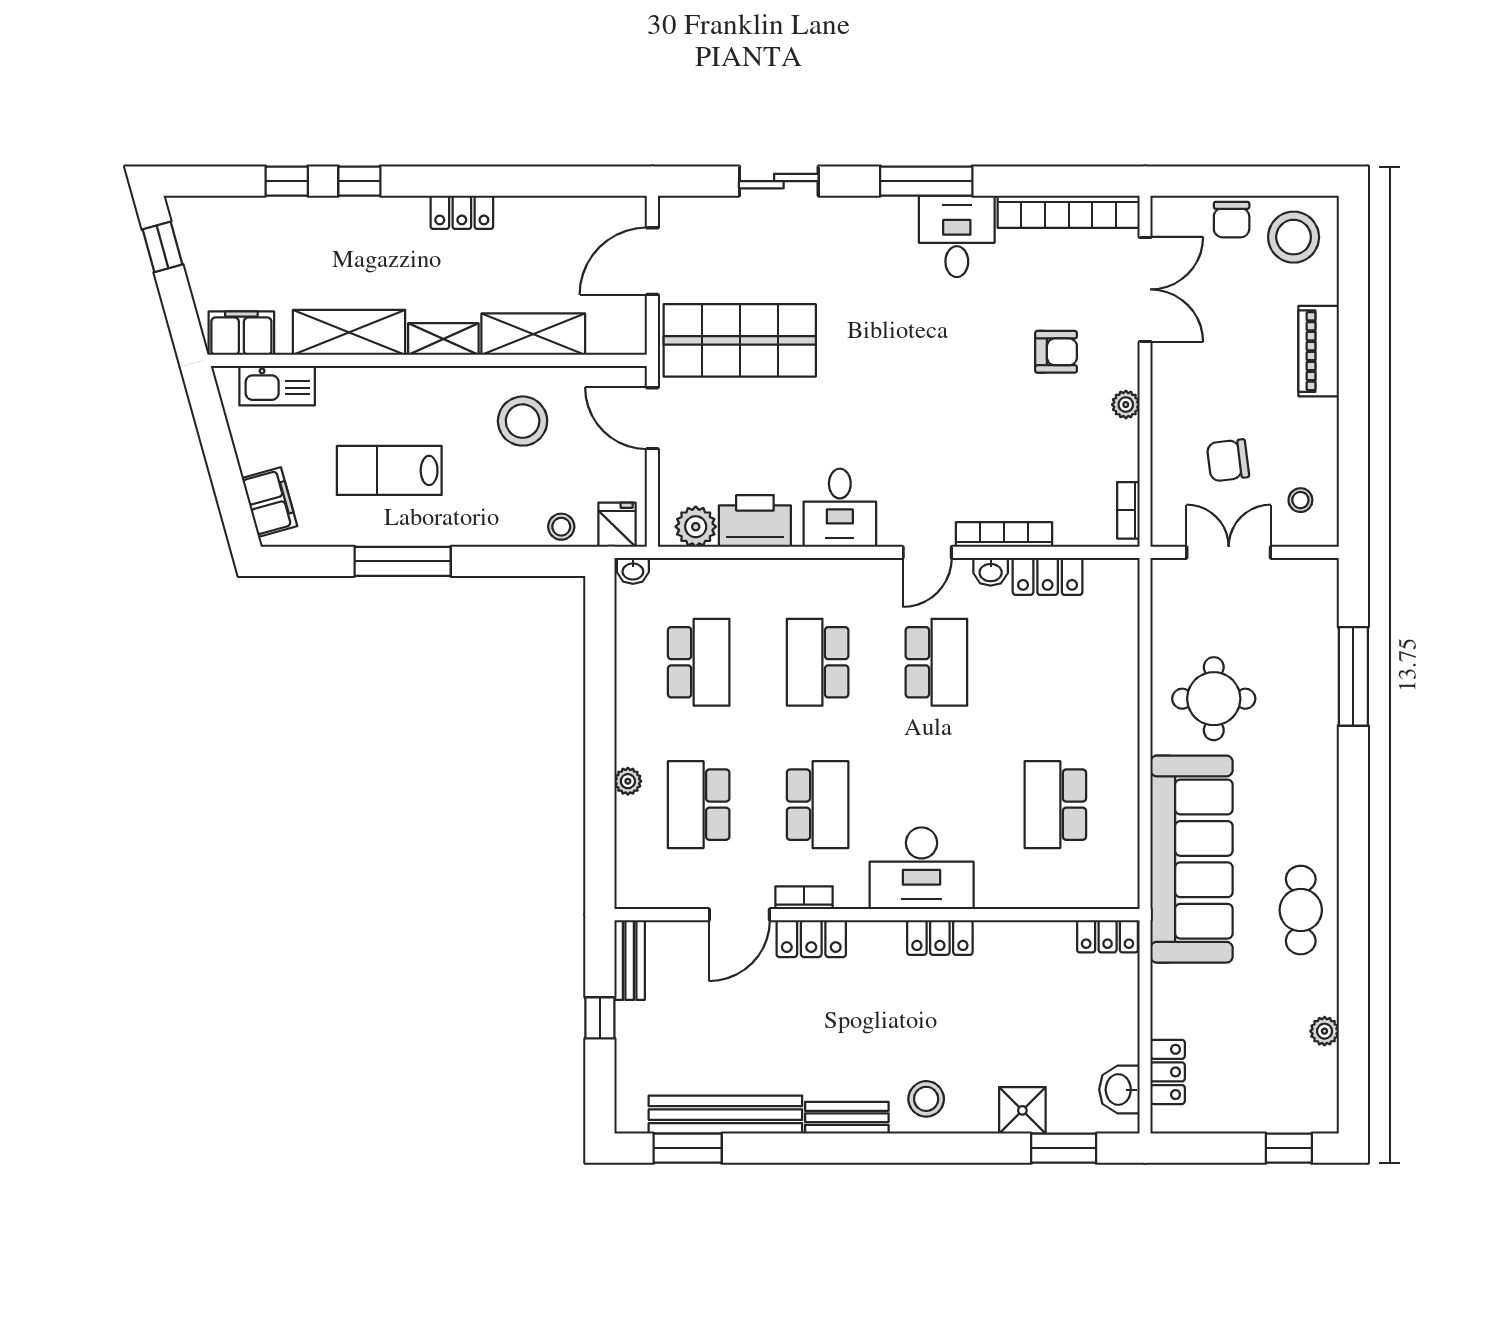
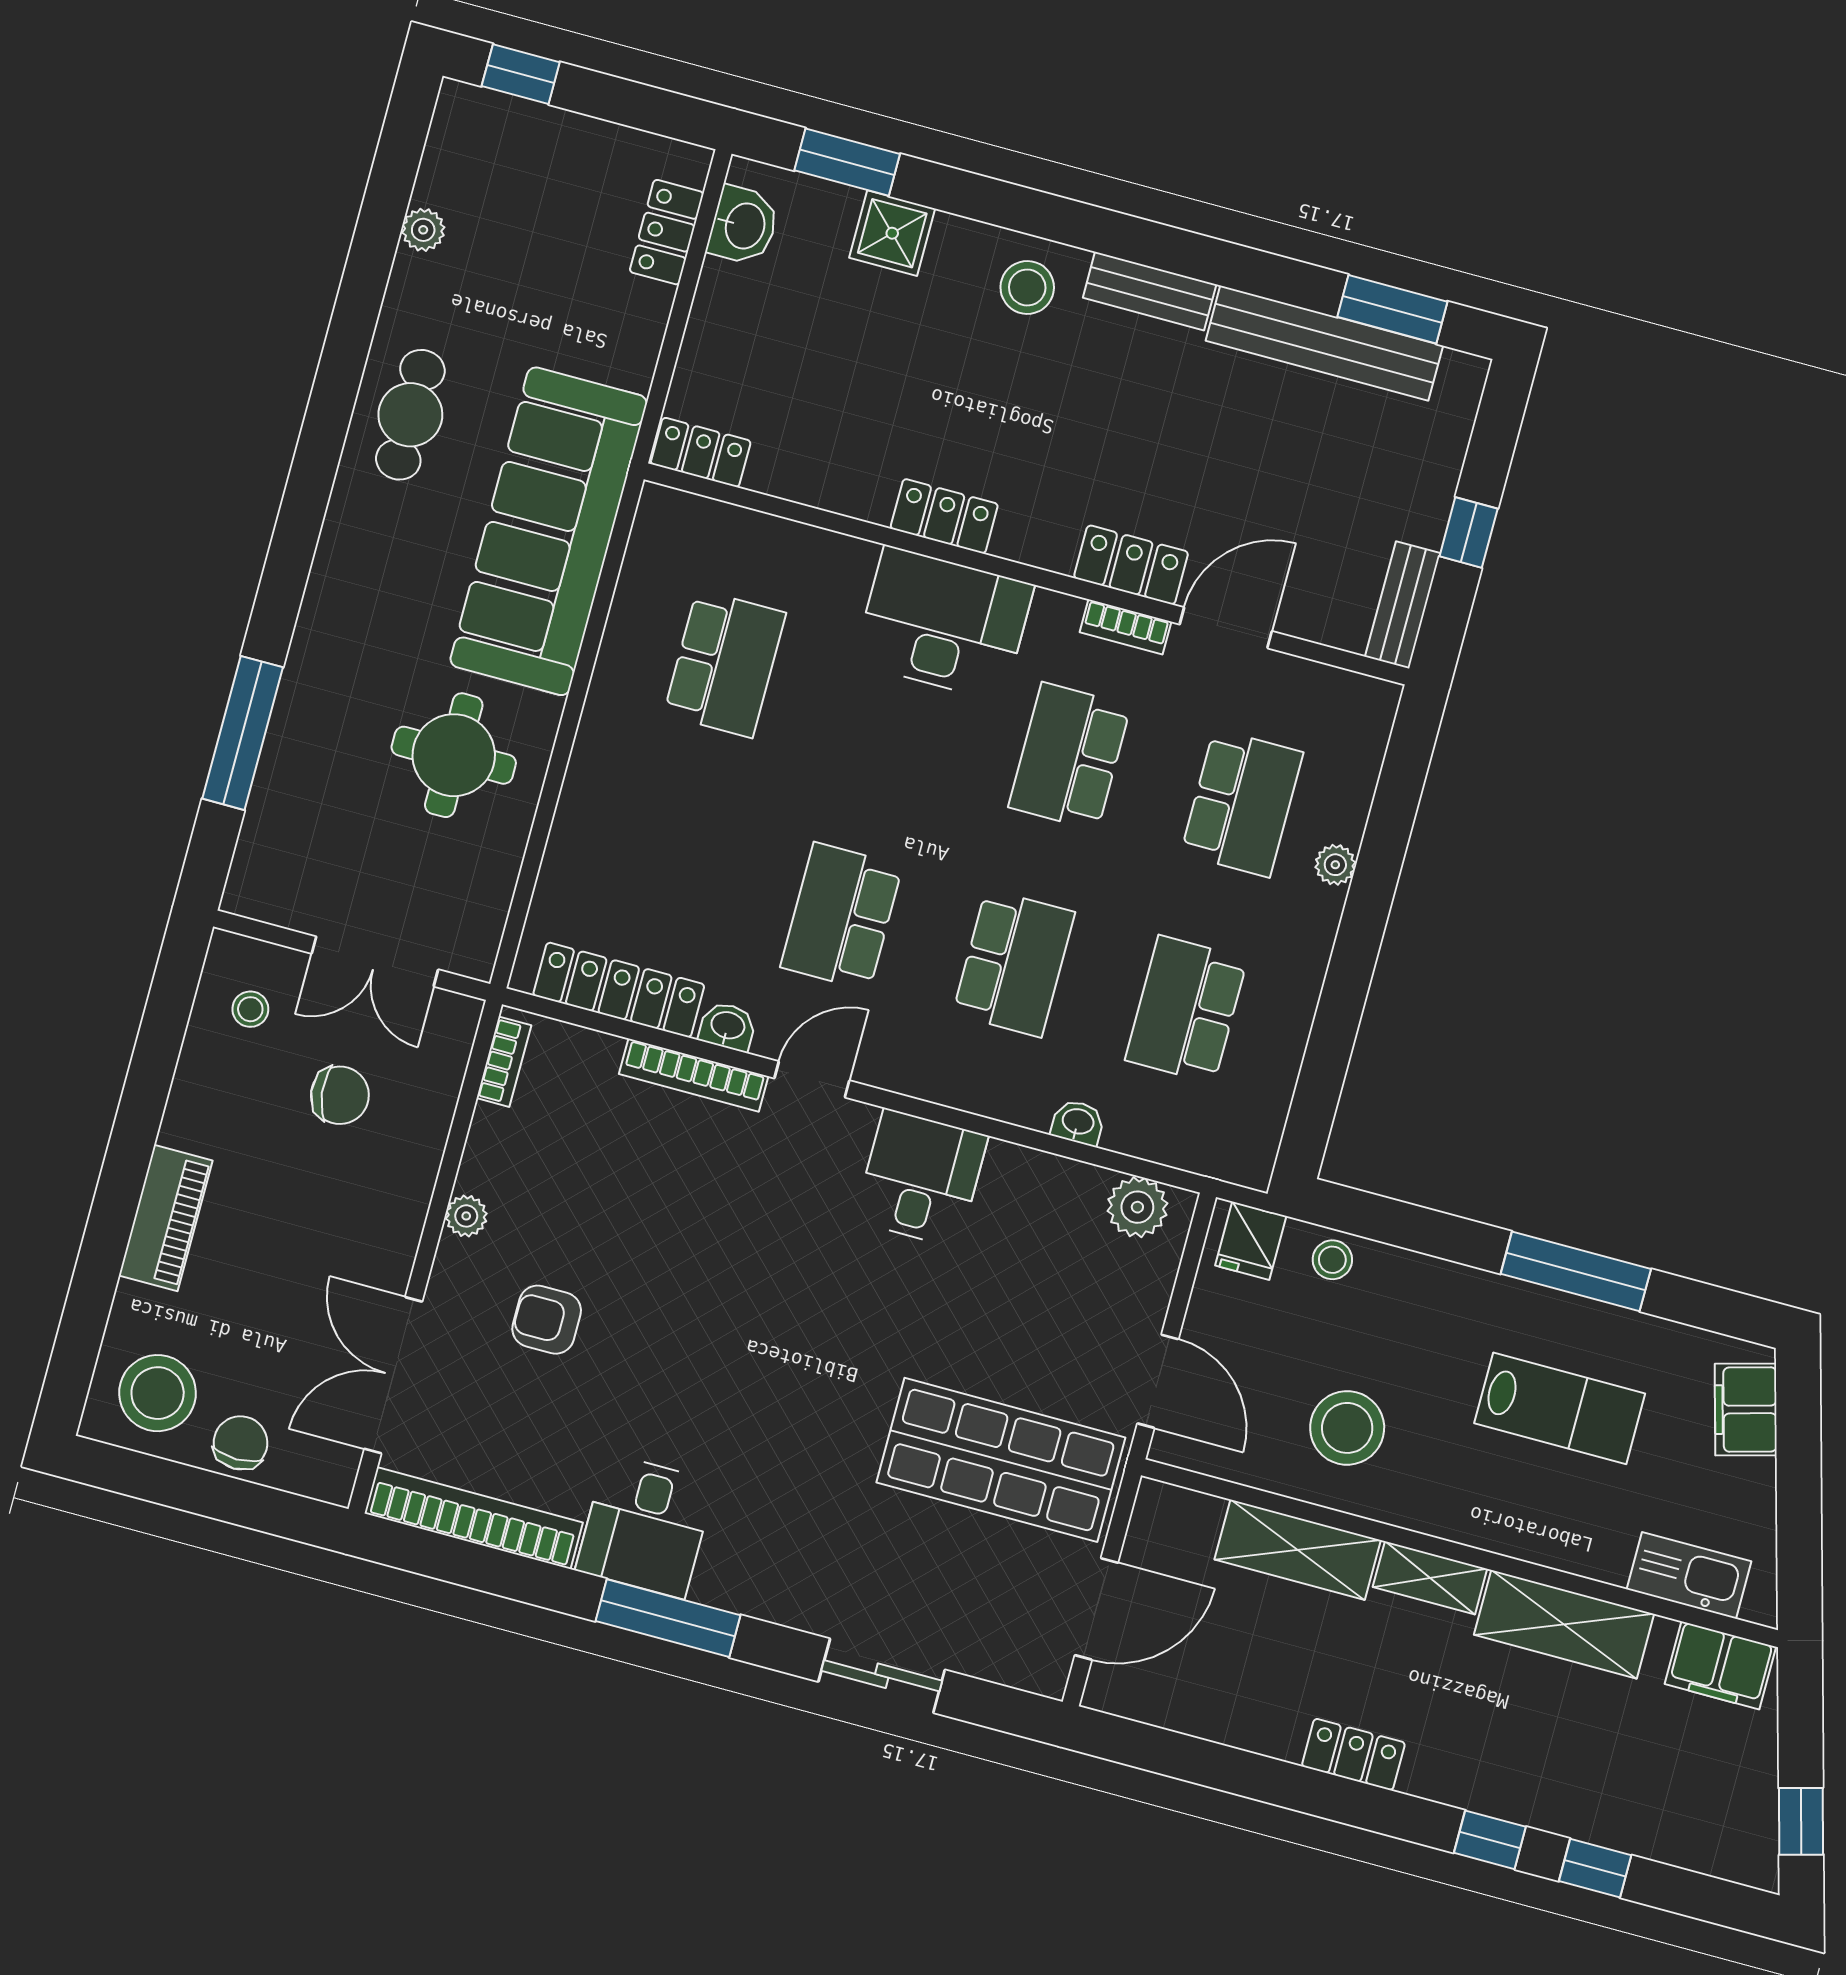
printer: (755, 521) -> (1049, 1192), removed
washbasin: (633, 571) -> (1078, 1122), moved
locker: (1048, 576) -> (619, 990), width x1.53

